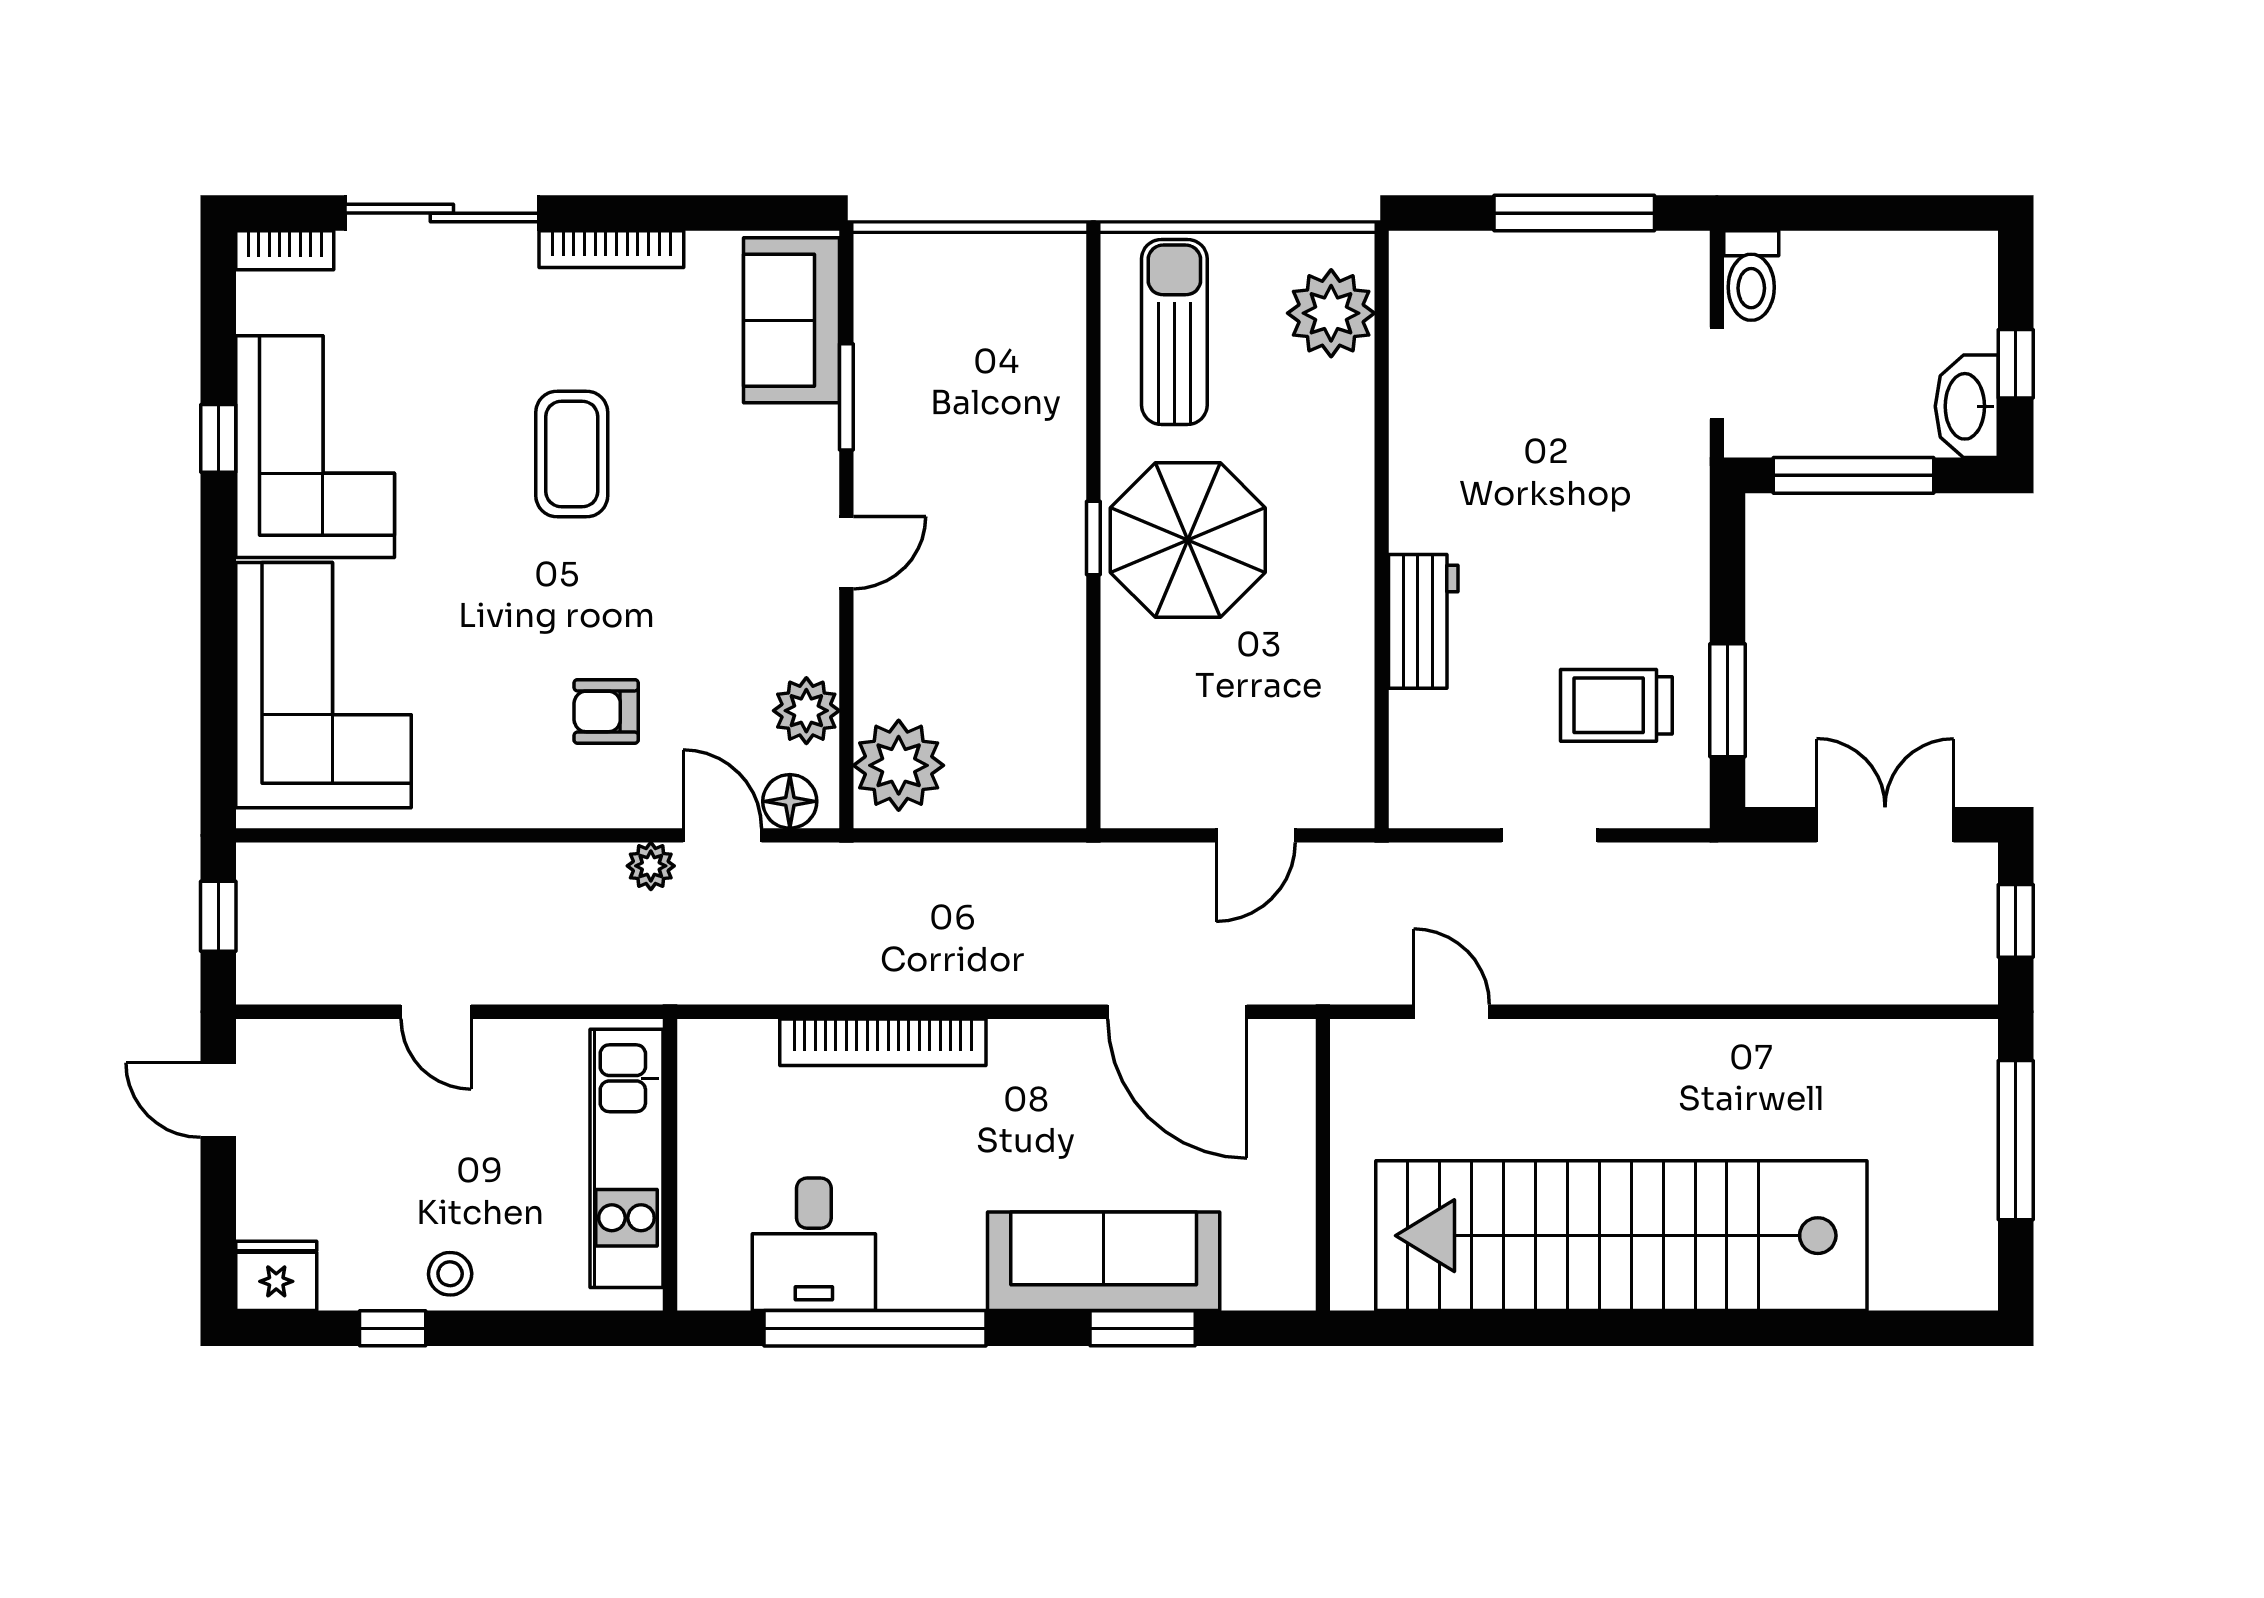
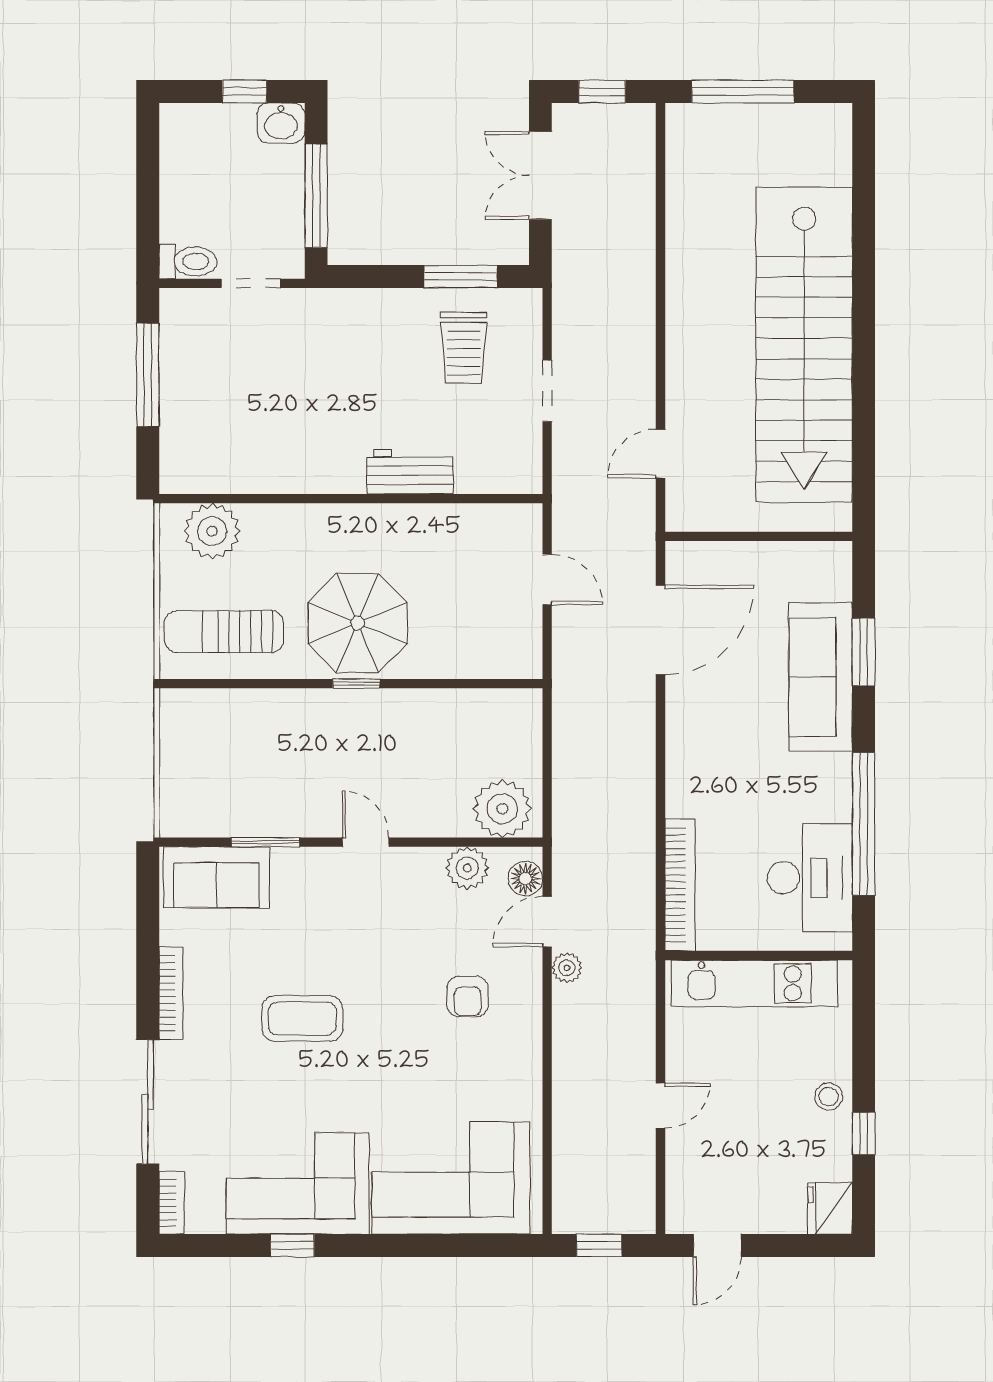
washbasin: (1967, 406) -> (281, 123), width x0.72
bookcase: (883, 1042) -> (680, 885), moved
desk: (814, 1244) -> (810, 878), width x1.37

